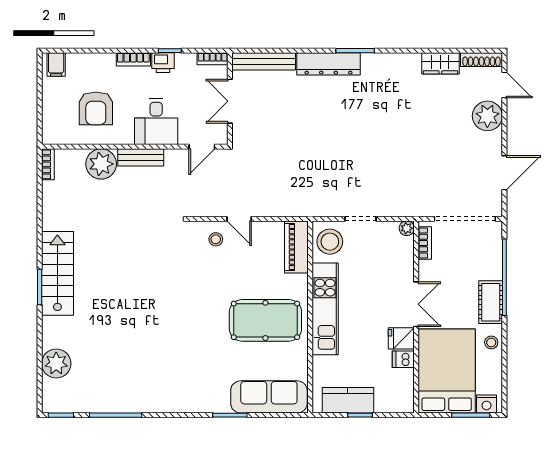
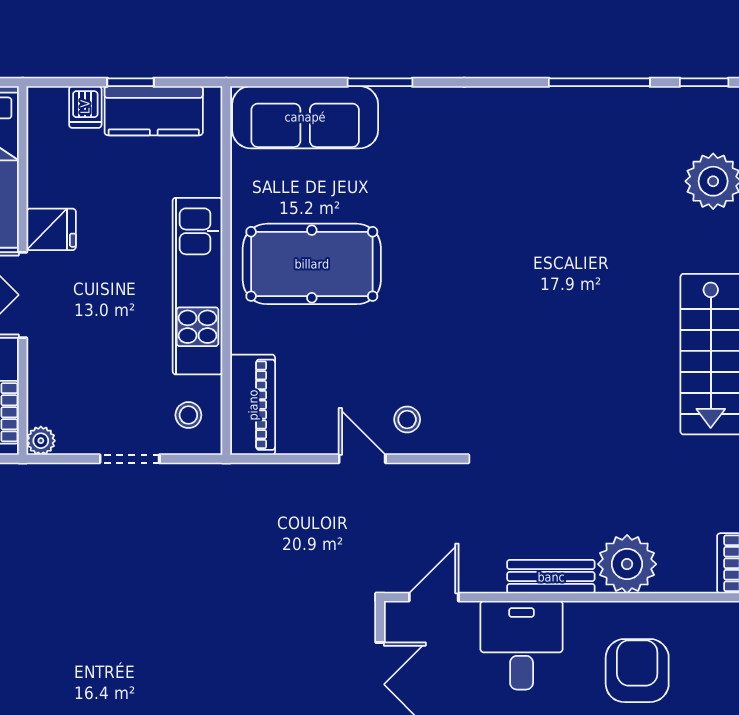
stool: (330, 242) -> (188, 415), width x0.53, depth x0.53
dishwasher: (403, 359) -> (85, 107), moved, turned 90

